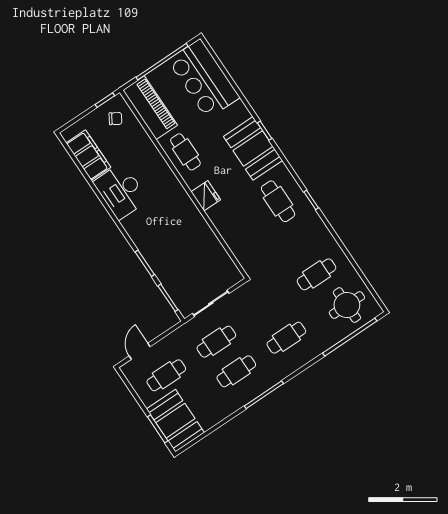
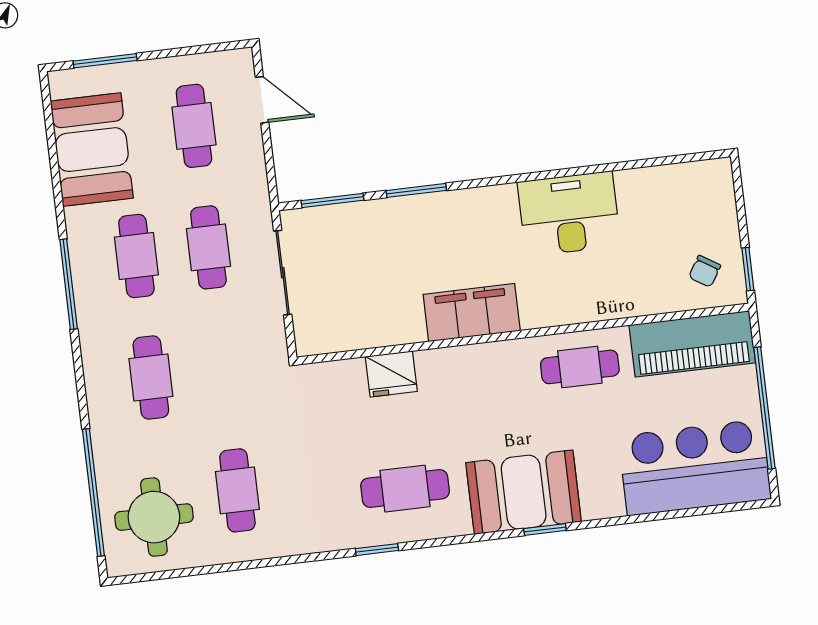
filing cabinet: (88, 155) -> (472, 313), moved, turned 180
fridge: (206, 196) -> (391, 374), moved
booth: (175, 421) -> (92, 150), moved, turned 90

